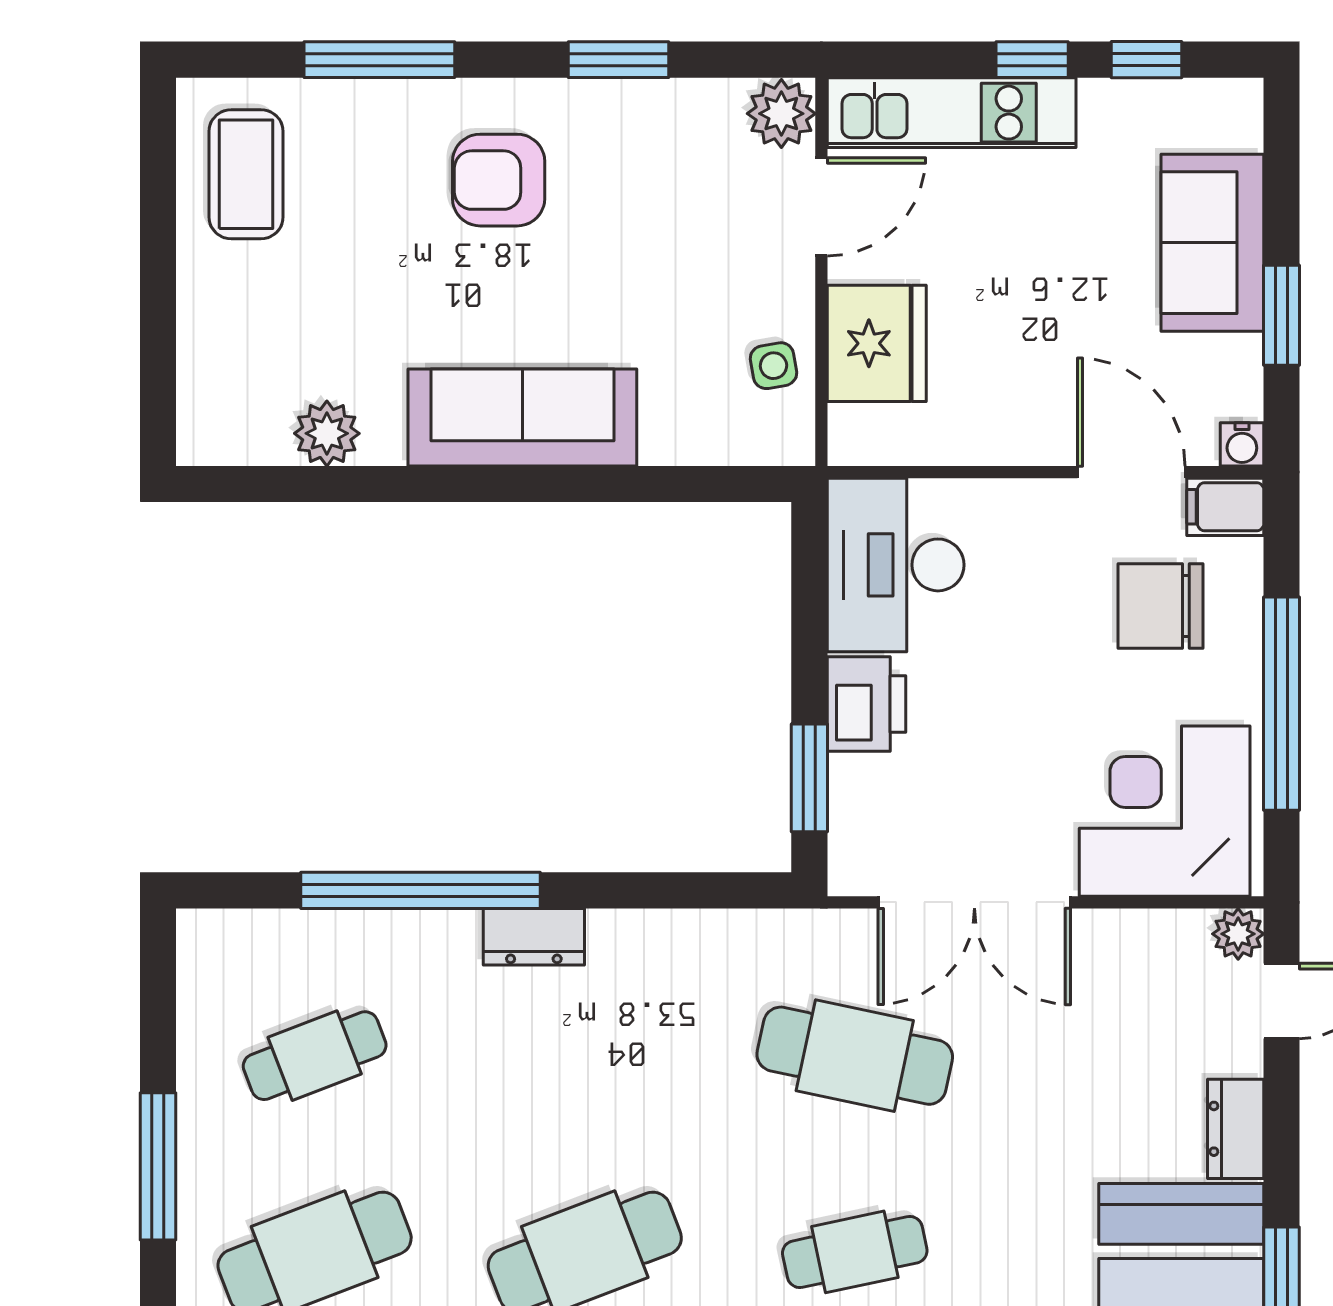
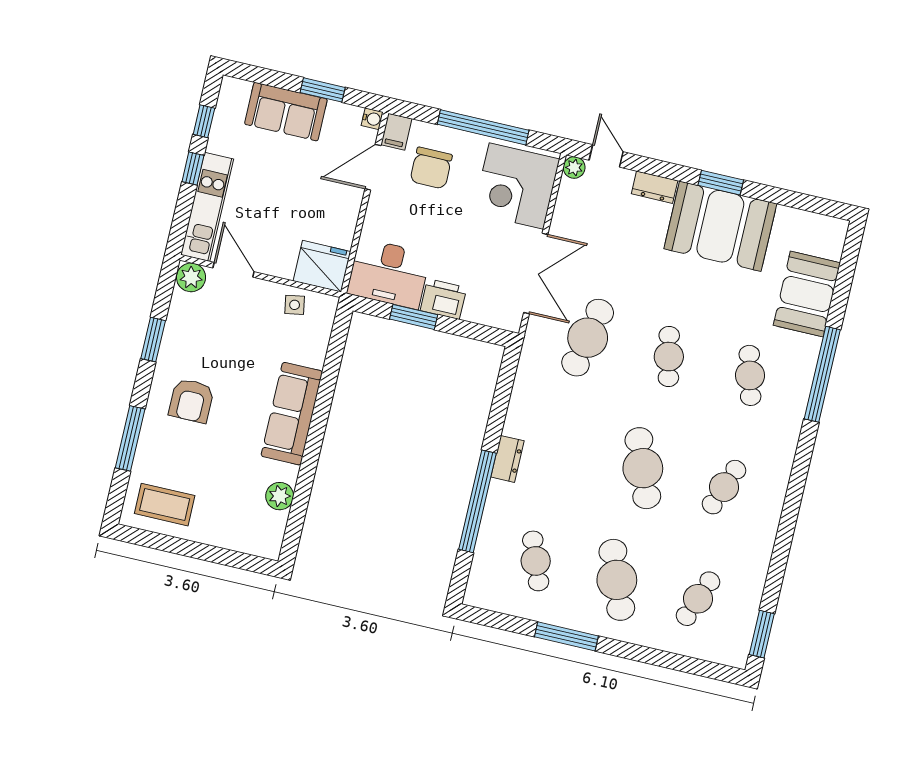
fridge: (877, 343) -> (322, 266), moved
window: (809, 778) -> (414, 317), moved

